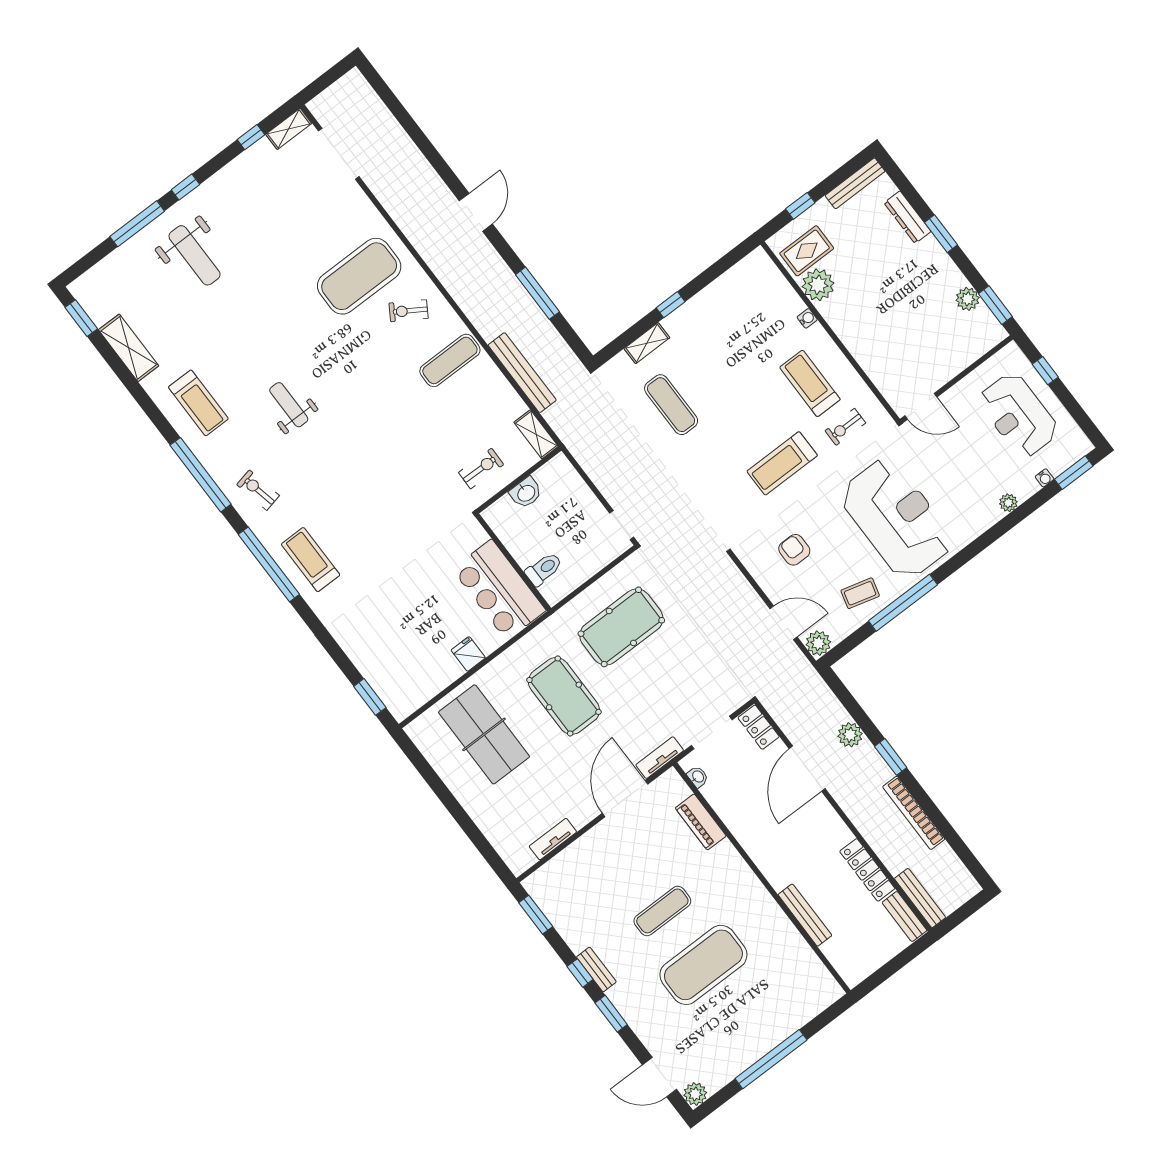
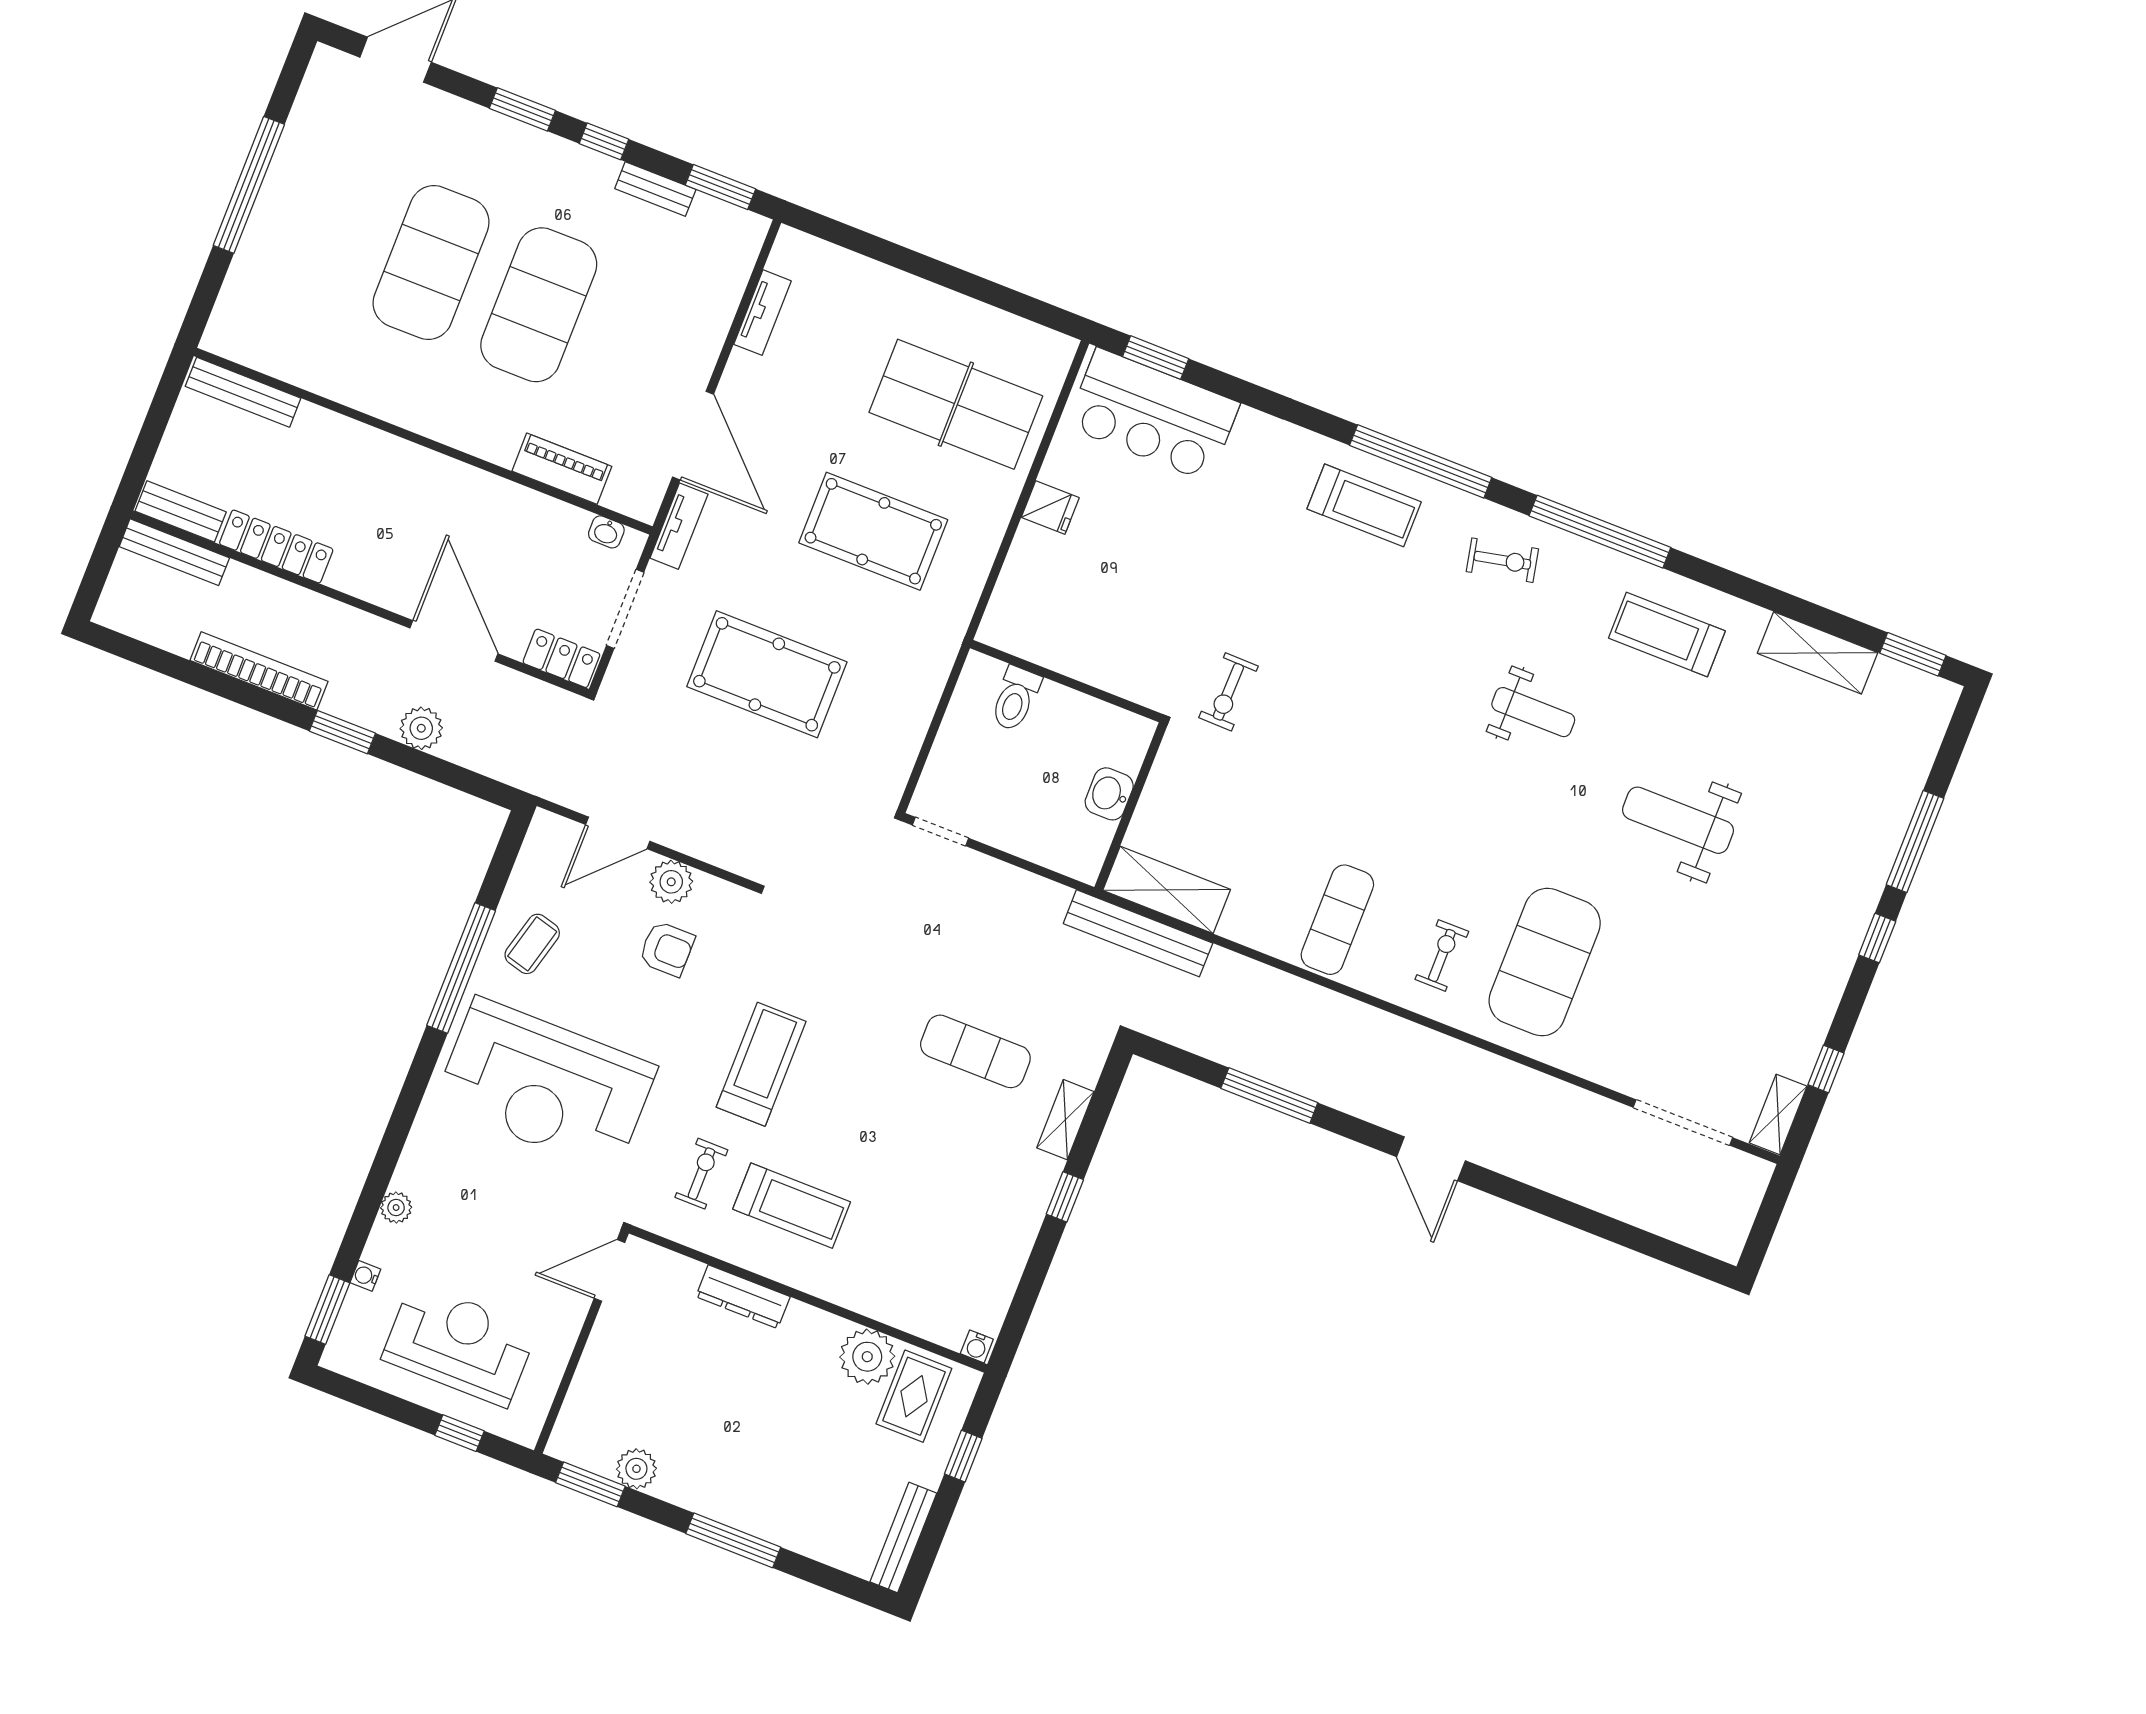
dresser: (907, 217) -> (743, 1297), moved, turned 180
window: (941, 234) -> (733, 1540), width x1.44
weight bench: (195, 255) -> (1678, 820), moved
exercise bike: (409, 311) -> (1442, 955), turned -32
water cooler: (807, 318) -> (977, 1346), moved
bench: (522, 373) -> (1138, 933), moved
shelving: (536, 434) -> (1167, 890), width x1.50, depth x1.33
exercise bike: (481, 468) -> (1228, 692), moved
bar counter: (499, 590) -> (1153, 415), moved, turned 180
pool table: (621, 627) -> (767, 674), moved, turned 90
plant: (818, 643) -> (671, 882), moved
exercise mat: (662, 911) -> (539, 305), width x2.00, depth x1.45
bench: (805, 915) -> (243, 392), moved
bench: (596, 969) -> (655, 189), moved
plant: (695, 1094) -> (329, 67), removed

